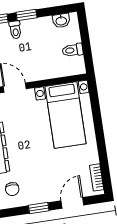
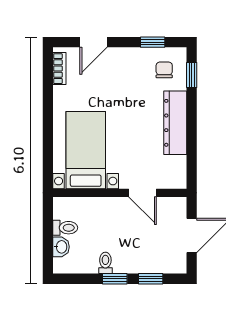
washbasin: (61, 21) -> (61, 247), moved, turned 90
toilet: (15, 30) -> (105, 263), moved
window: (39, 208) -> (153, 42), moved

